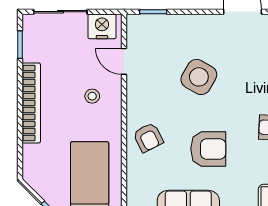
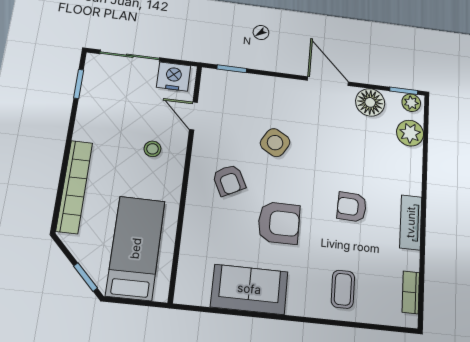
side table: (199, 77) -> (275, 143), width x0.73, depth x0.73
bookcase: (31, 103) -> (74, 187), moved
armchair: (148, 137) -> (229, 180), moved

